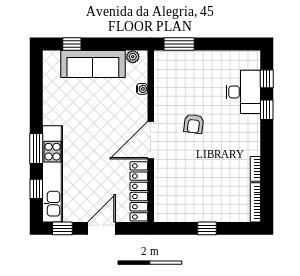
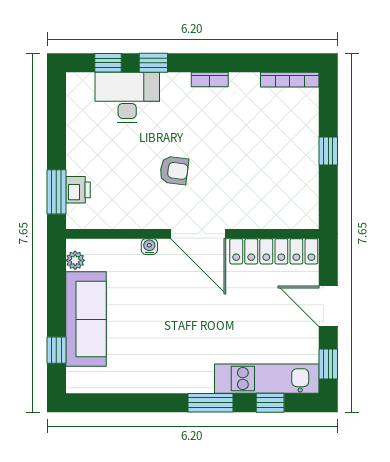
printer: (181, 59) -> (78, 190), added
water cooler: (142, 89) -> (149, 247), moved
bookcase: (255, 169) -> (210, 79), moved
kitchen unit: (53, 174) -> (267, 379), width x0.73

